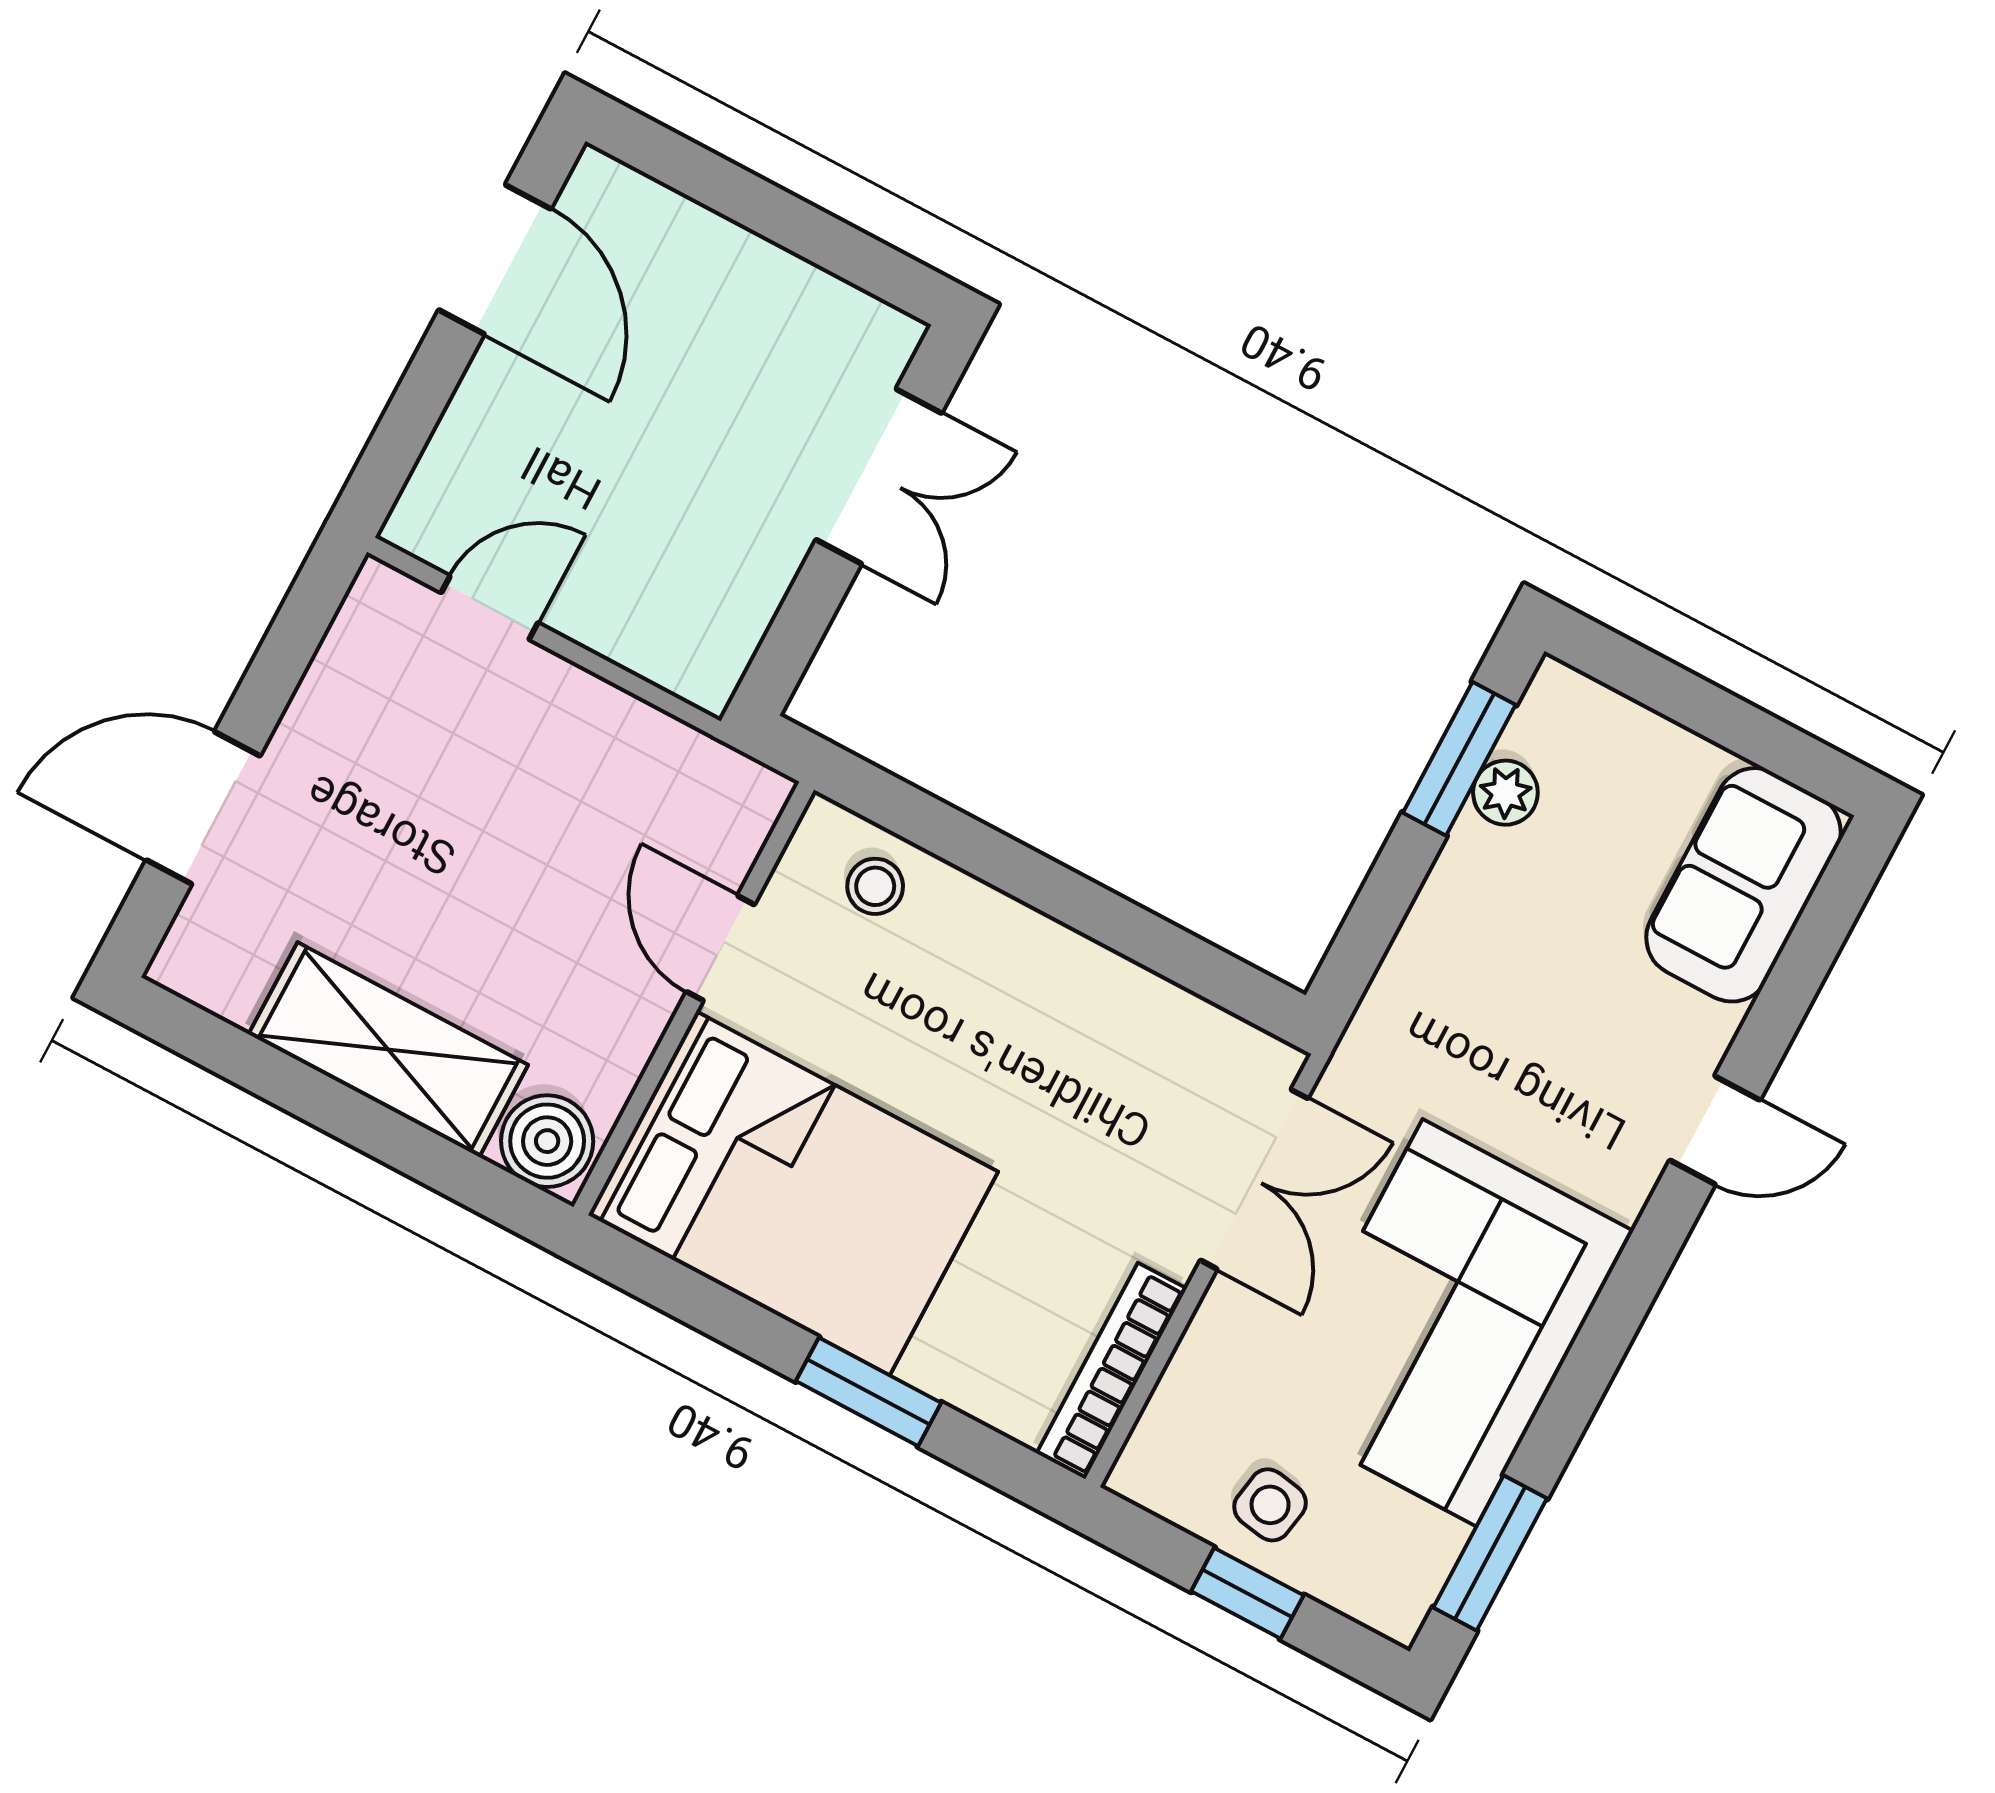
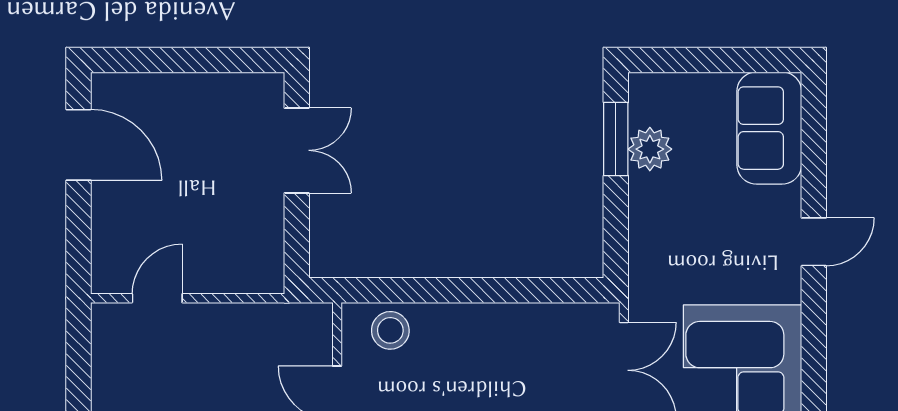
plant: (1505, 793) -> (650, 149), width x1.38, depth x1.38
stool: (875, 886) -> (390, 330), width x1.37, depth x1.37

